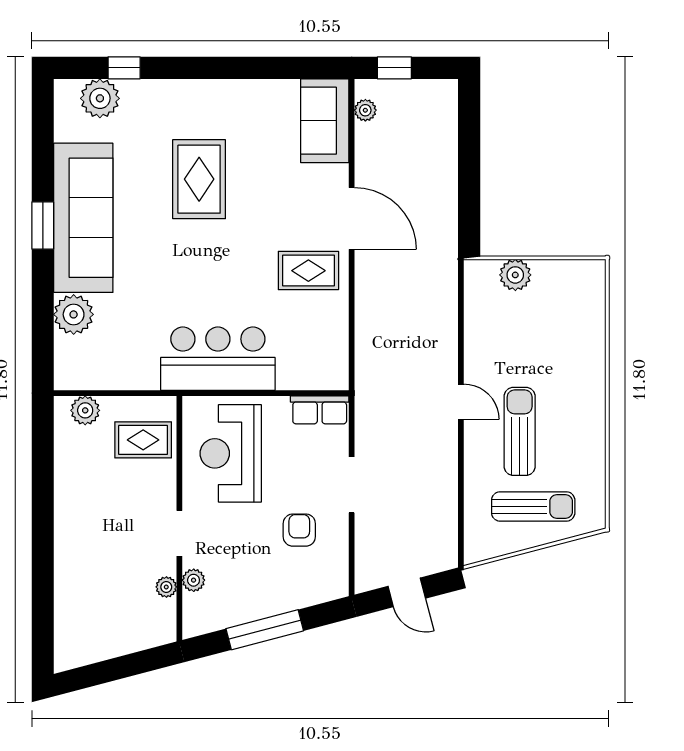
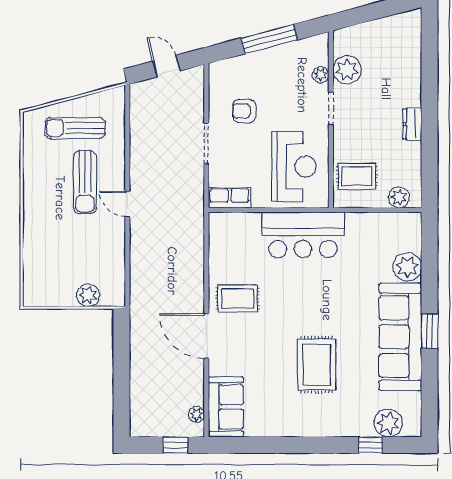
dresser: (67, 512) -> (412, 124), added
armchair: (299, 530) -> (244, 111), turned 90
plant: (166, 587) -> (347, 70), width x1.88, depth x1.88

